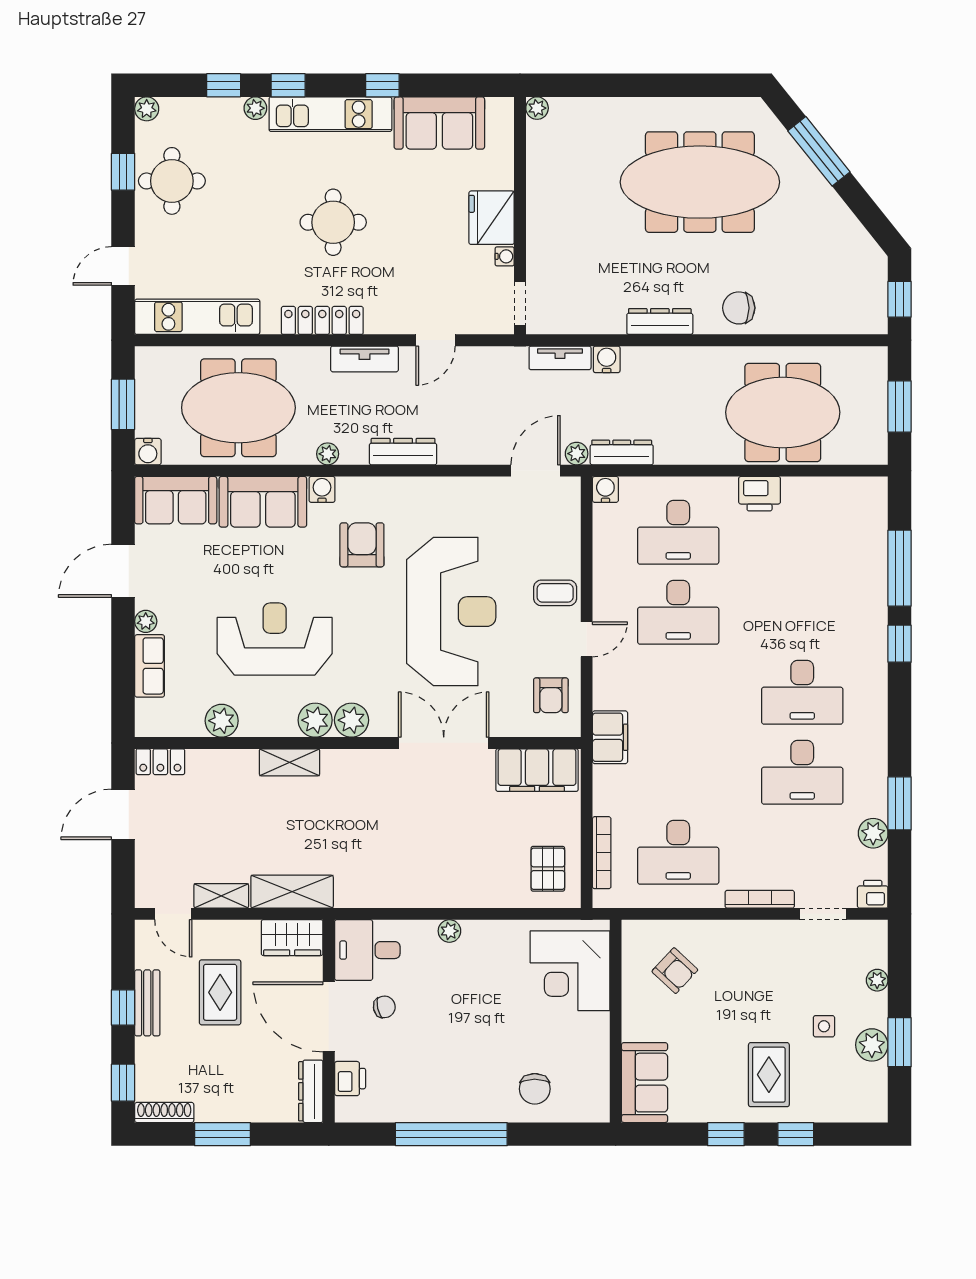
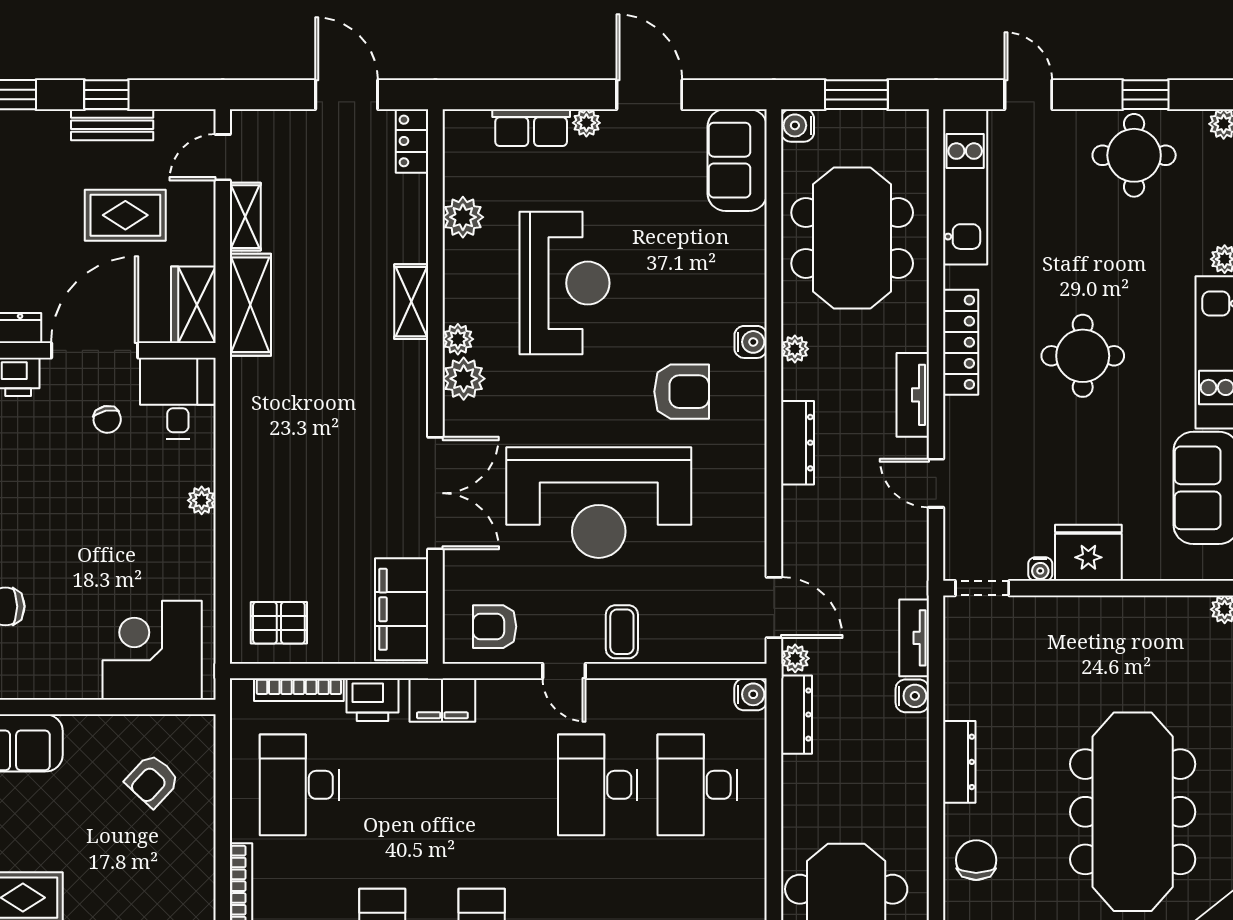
printer: (760, 494) -> (372, 700), moved, turned -90
sofa: (263, 502) -> (735, 268), removed
plant: (315, 720) -> (458, 339), width x0.73, depth x0.73

